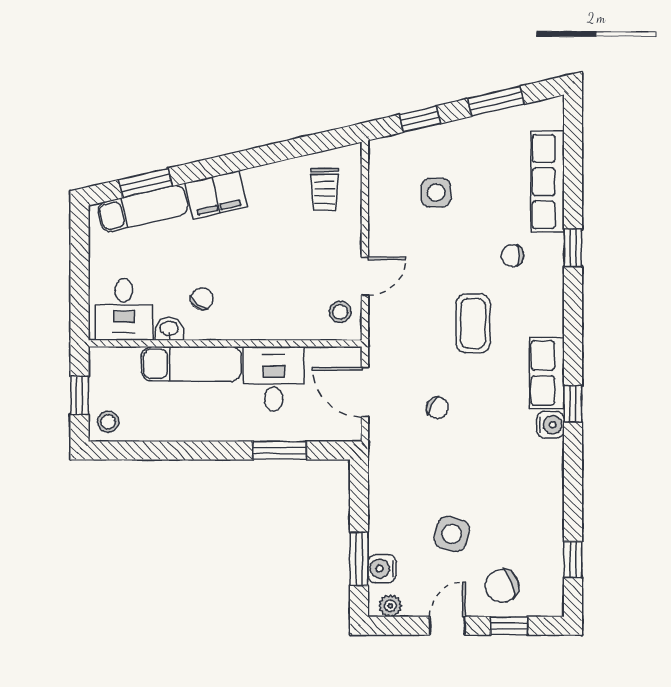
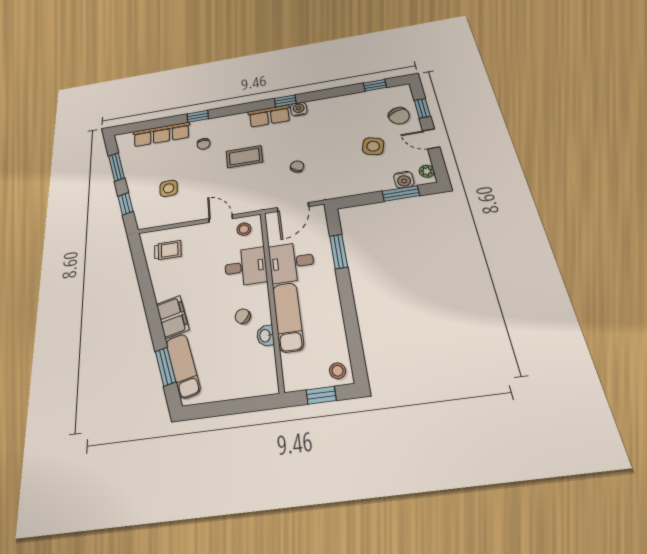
desk: (124, 309) -> (246, 267), moved

